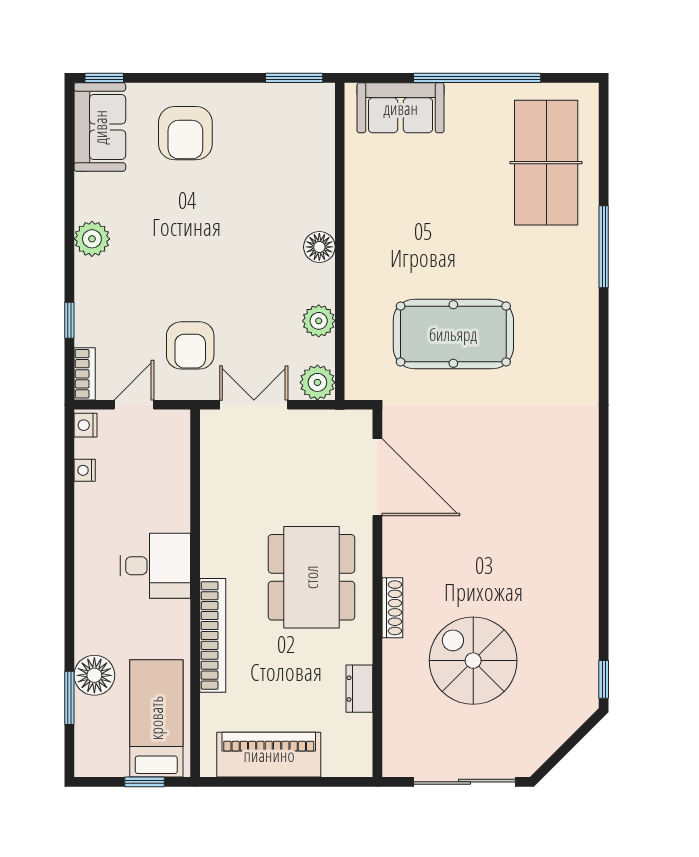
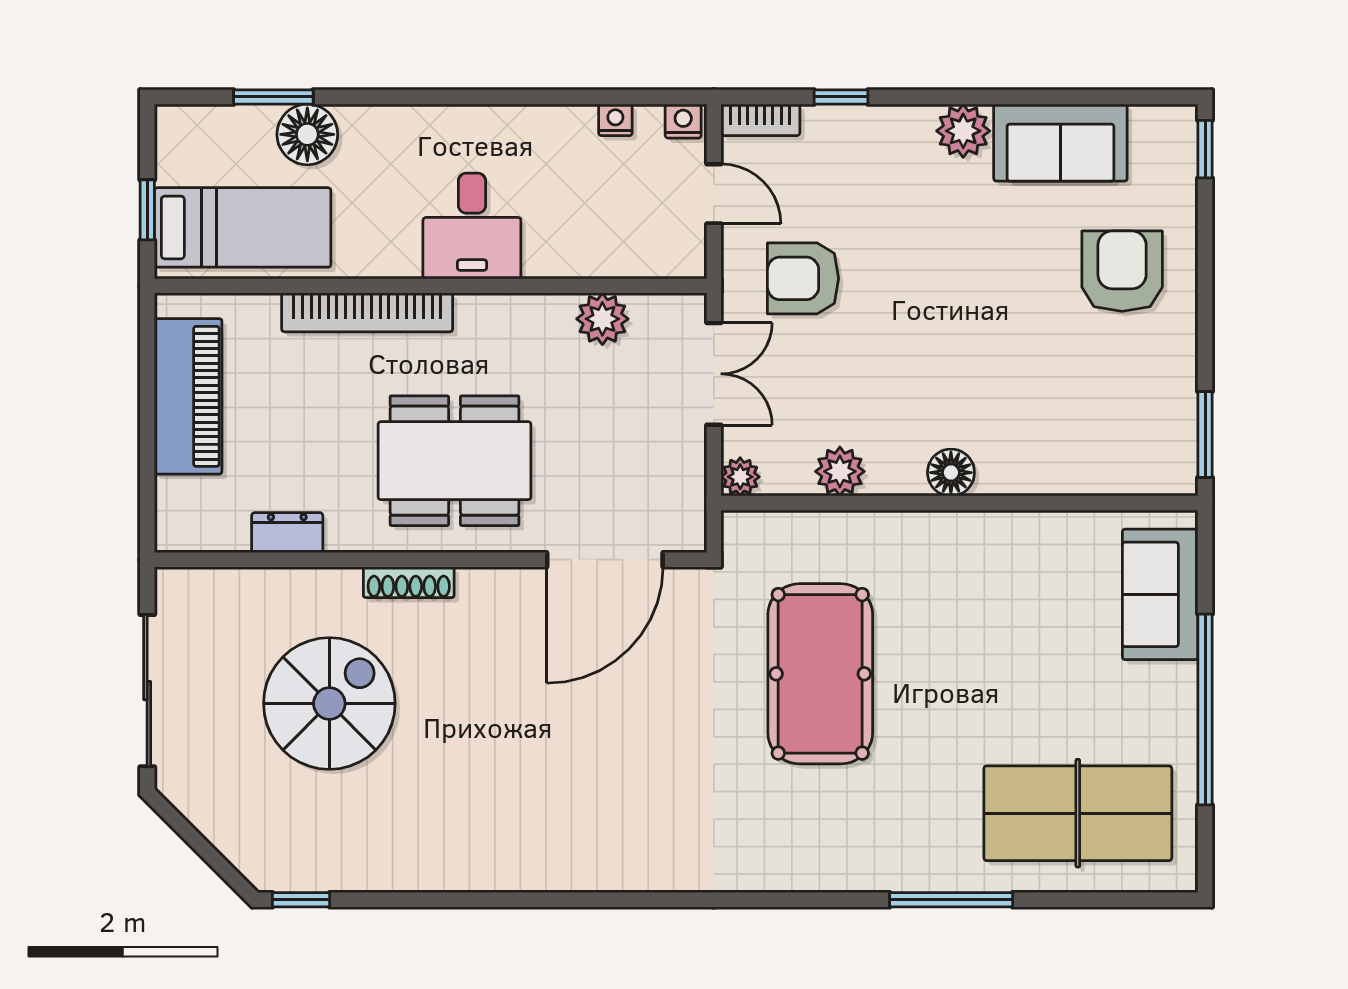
sofa: (100, 127) -> (1060, 143), moved
armchair: (185, 133) -> (1122, 271), turned 90
plant: (317, 382) -> (740, 477), width x0.73, depth x0.73
plant: (217, 479) -> (602, 319), added

